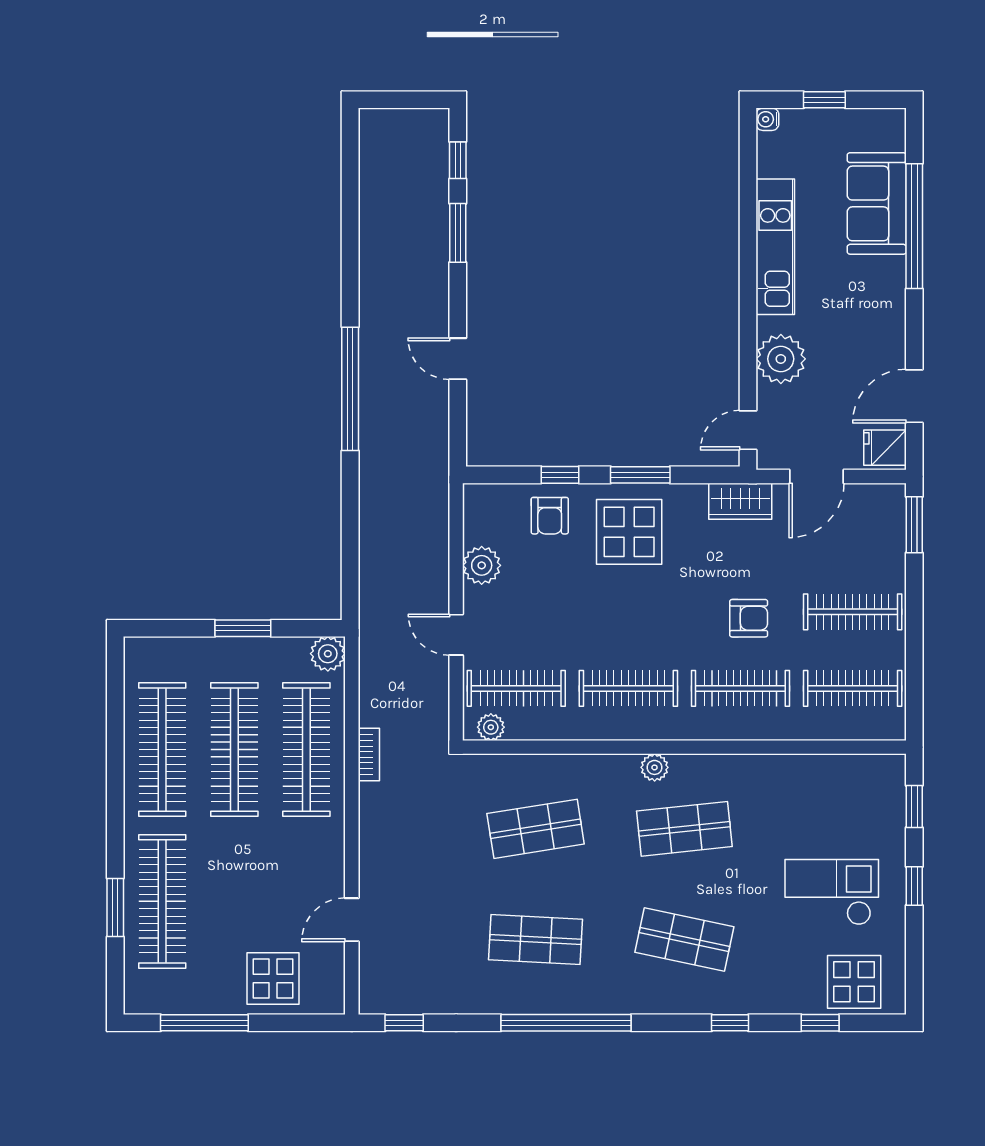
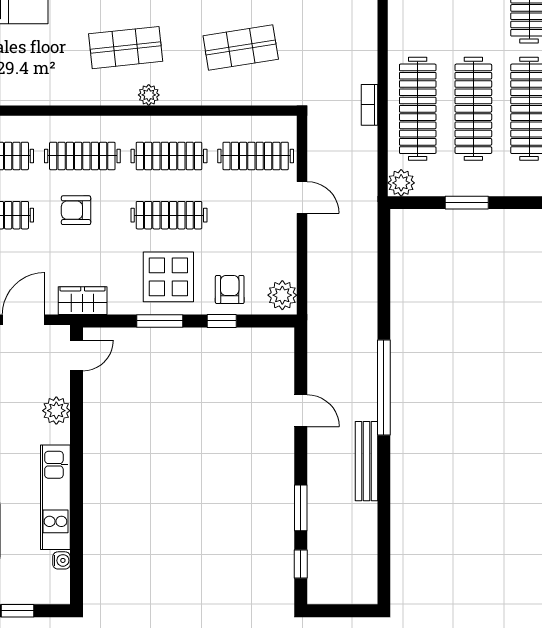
water cooler: (767, 119) -> (61, 560), moved
bench: (373, 293) -> (366, 461), added
plant: (781, 359) -> (56, 411), width x0.73, depth x0.73
plant: (482, 565) -> (282, 295), moved
clothes rail: (628, 612) -> (169, 215), added
plant: (491, 727) -> (275, 126), removed

